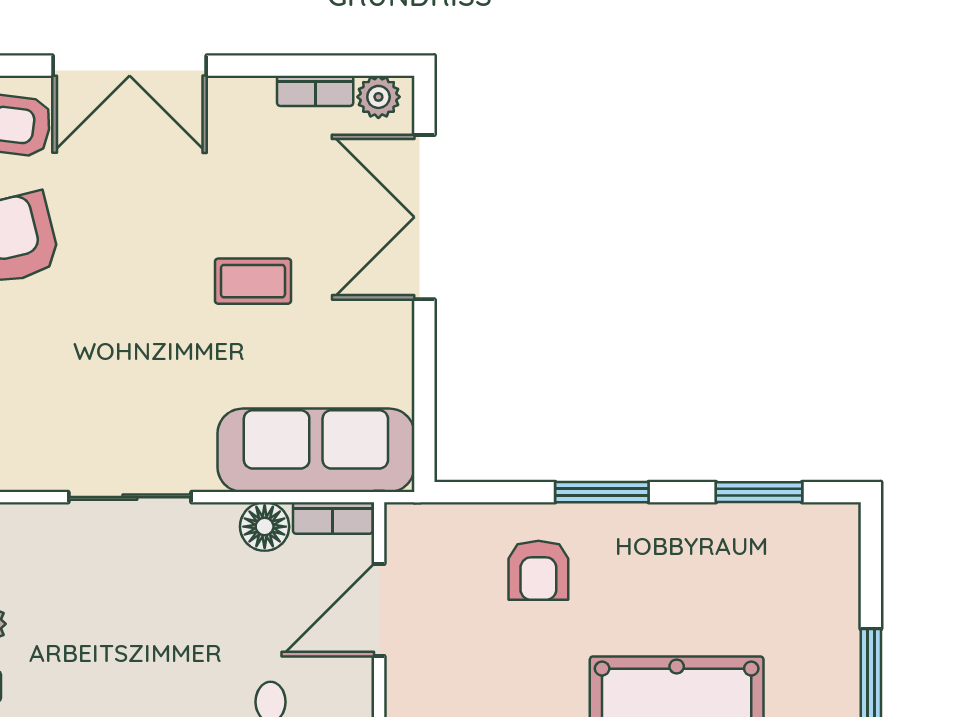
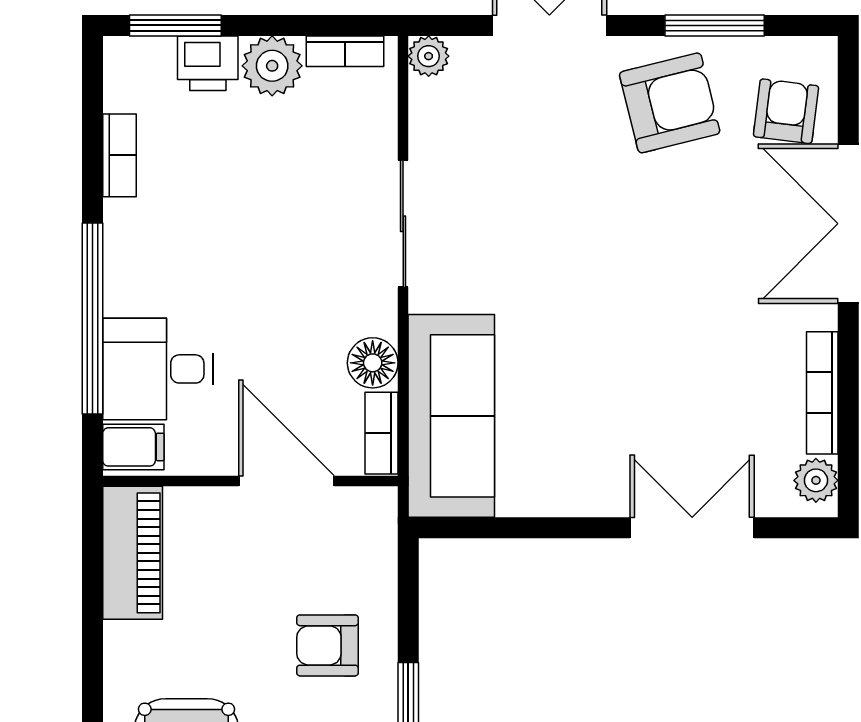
bookcase: (315, 91) -> (822, 393), width x1.56
double door: (424, 217) -> (692, 528), width x0.73
coffee table: (253, 281) -> (626, 351), removed

